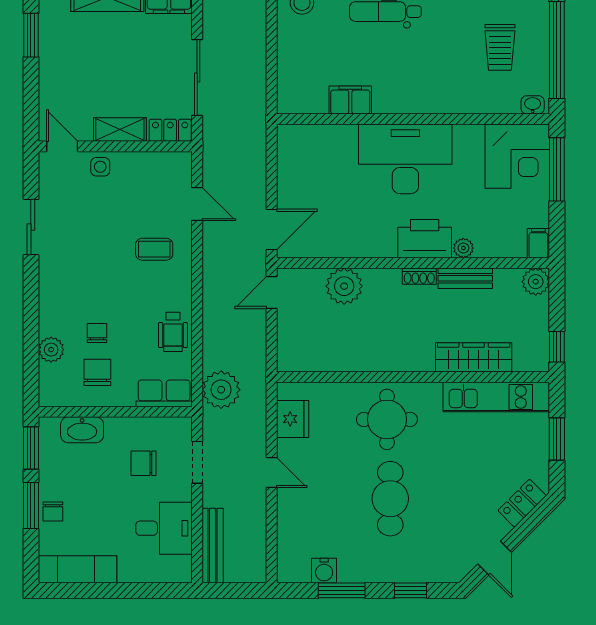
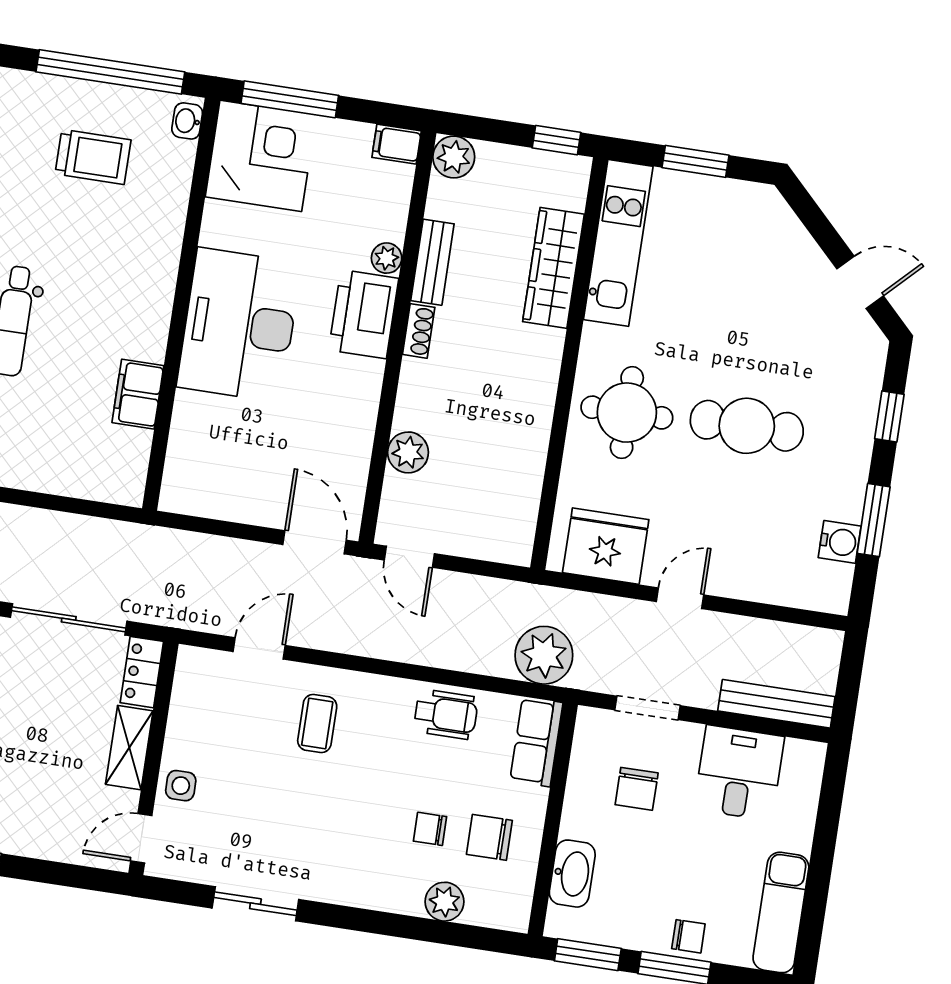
plant: (344, 286) -> (408, 452), width x0.73, depth x0.73
fridge: (293, 419) -> (606, 546), width x1.36, depth x1.34
locker: (522, 503) -> (784, 229), removed

